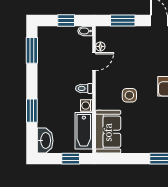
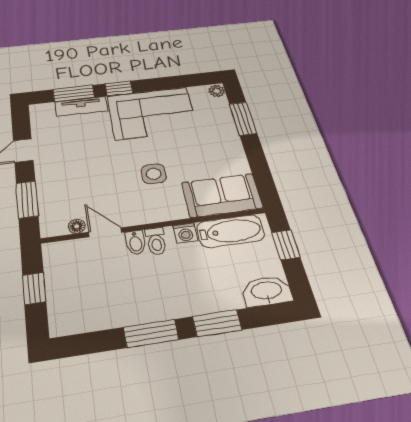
bidet: (85, 31) -> (136, 242), moved
window: (32, 50) -> (151, 333), moved

